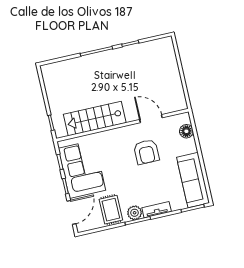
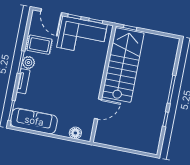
stairs: (95, 119) -> (123, 65), width x1.36, depth x1.51
armchair: (146, 152) -> (73, 94), removed

